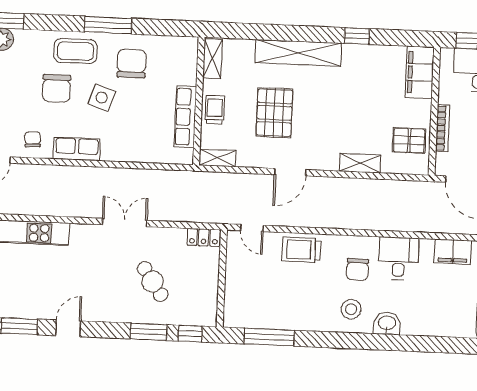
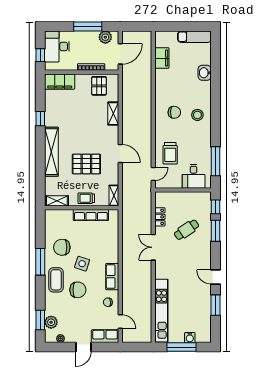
locker: (204, 237) -> (160, 217), moved
trolley: (301, 250) -> (170, 153), moved
desk: (399, 258) -> (194, 176), moved, turned -90
washbasin: (387, 323) -> (205, 73), moved

